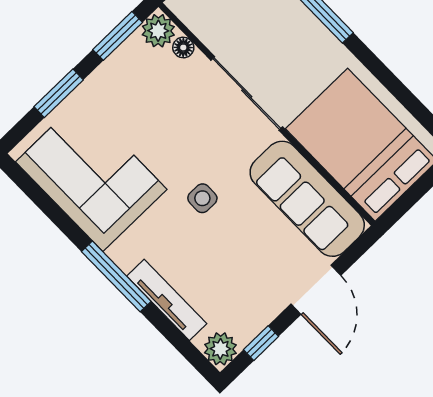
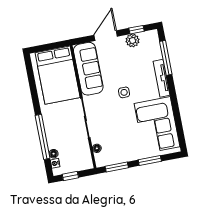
plant: (158, 31) -> (102, 160), removed
window: (116, 276) -> (166, 58), moved
tv unit: (167, 300) -> (161, 78), moved
plant: (220, 349) -> (132, 41), moved

